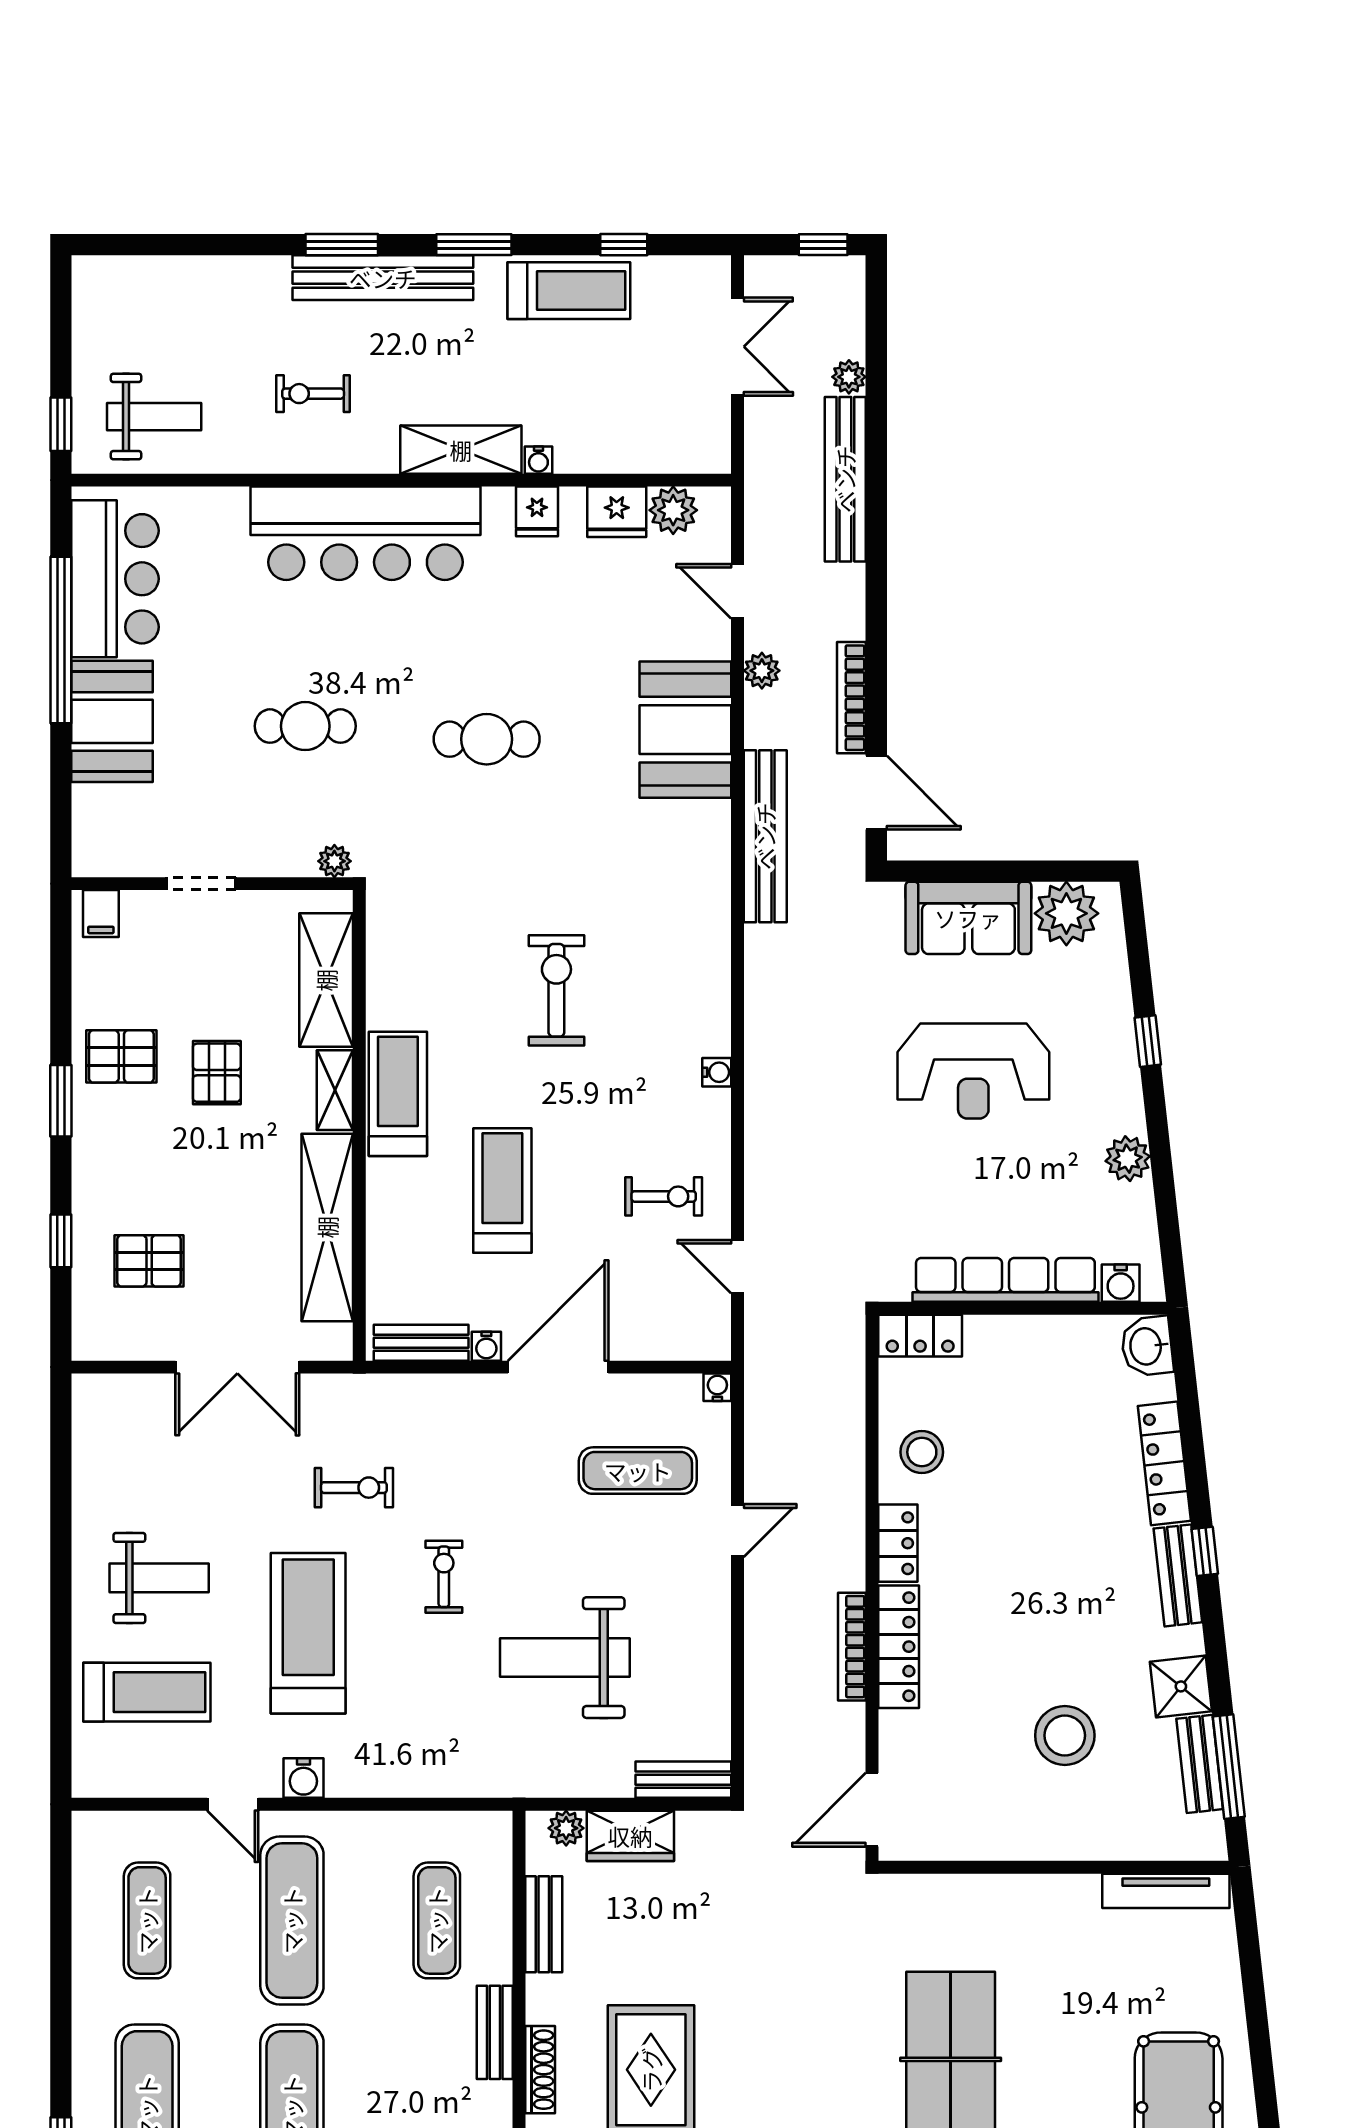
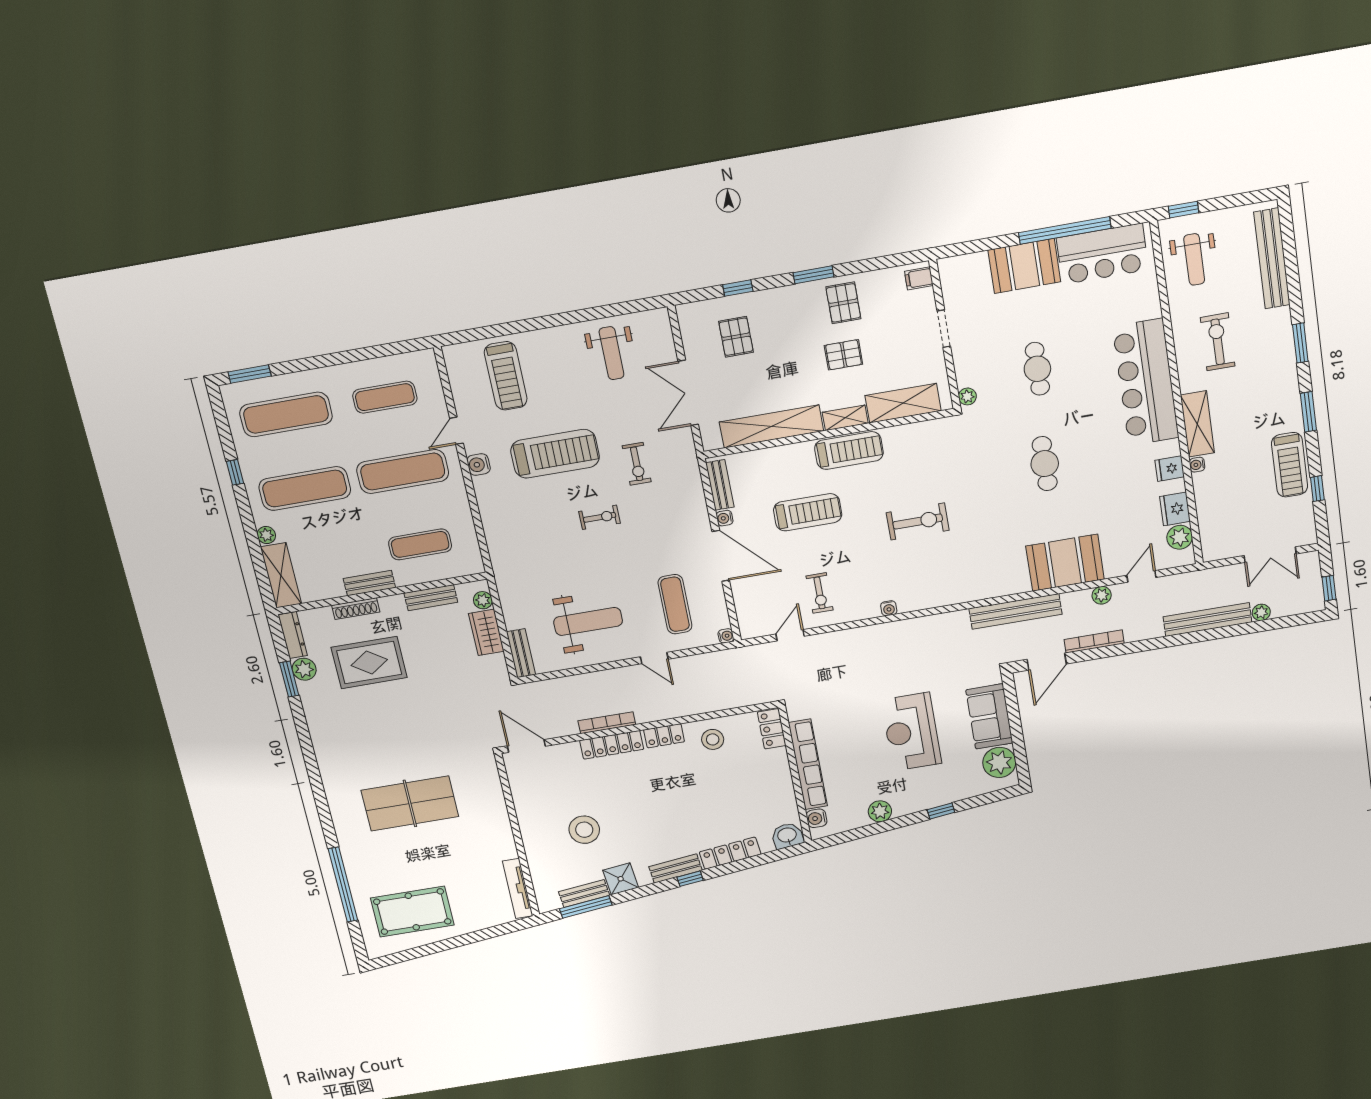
bench: (383, 278) -> (1272, 258), moved
exercise bike: (313, 394) -> (1218, 342), width x1.38, depth x1.39
weight bench: (159, 1578) -> (612, 353), moved
weight bench: (565, 1658) -> (588, 621), moved, turned 90

